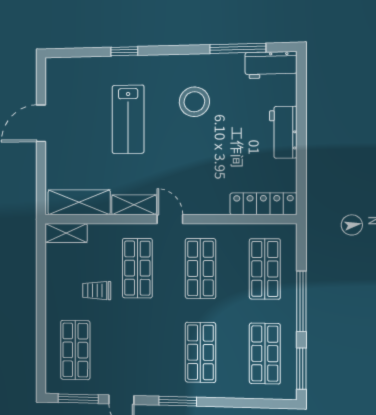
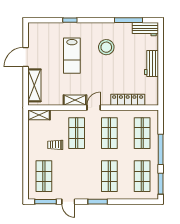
shelving: (79, 202) -> (34, 85), moved, turned 90
locker: (263, 204) -> (128, 100), moved
door: (170, 219) -> (94, 108), hinge flipped

